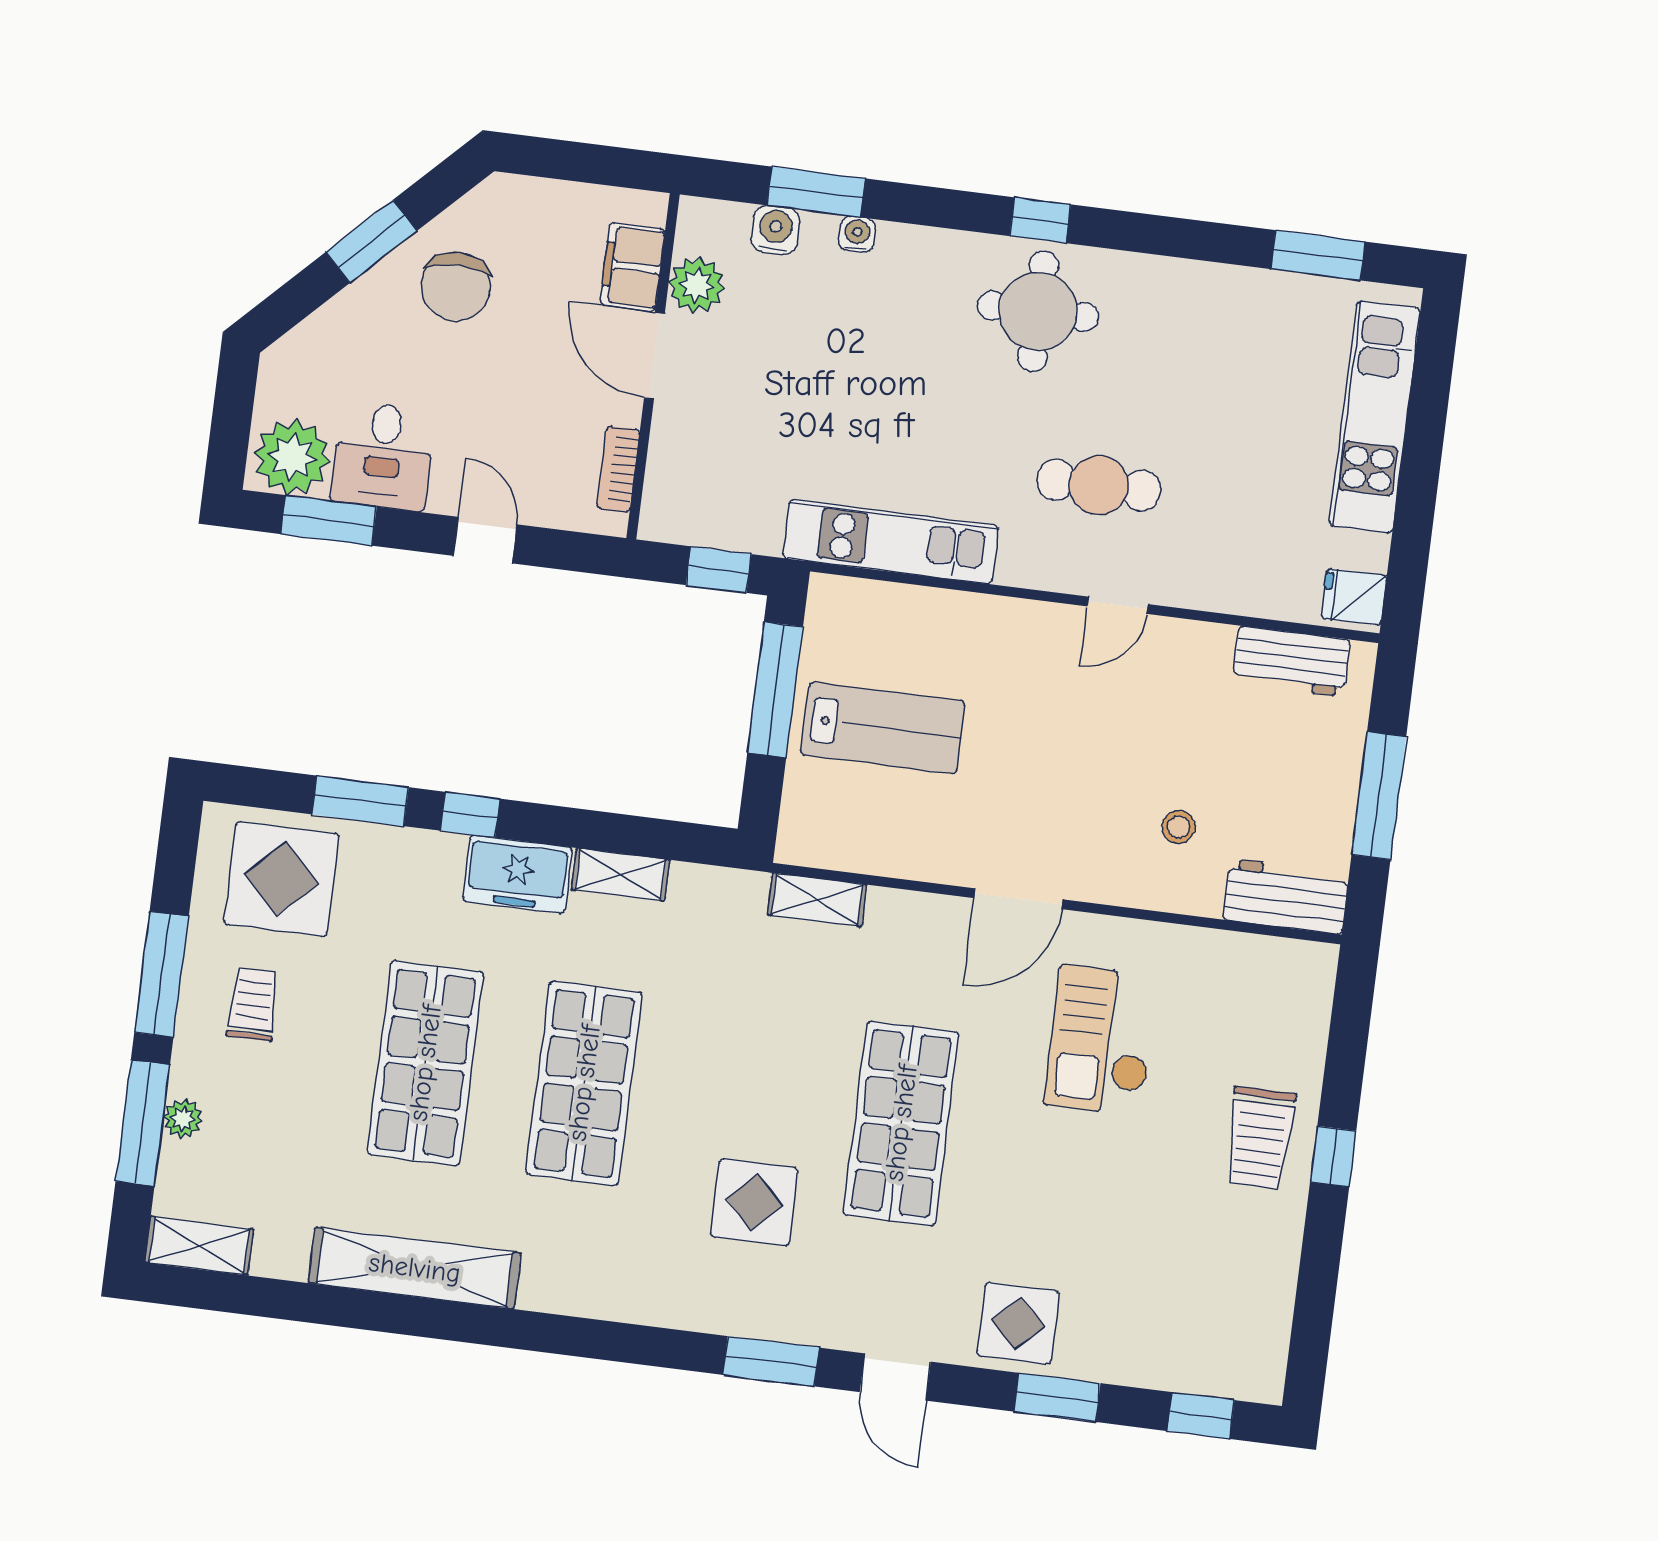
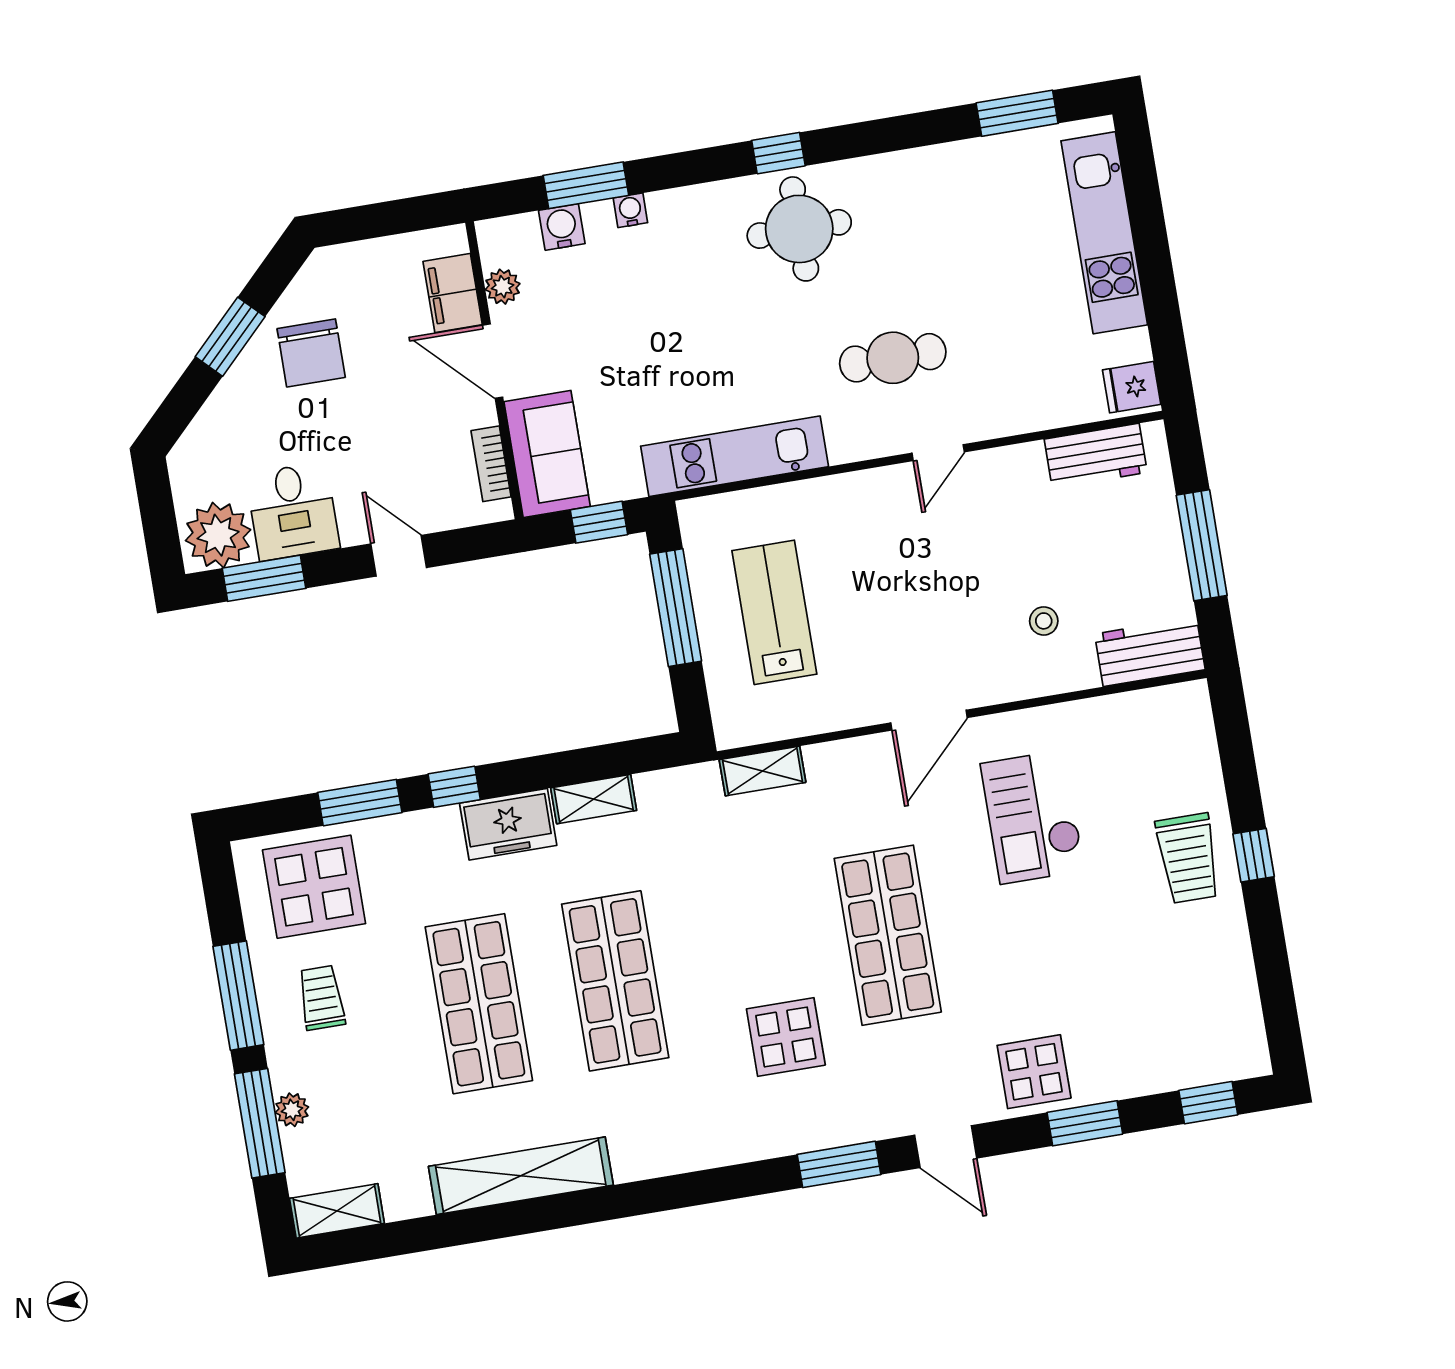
plant: (697, 285) -> (503, 287), width x0.73, depth x0.73
sofa: (684, 477) -> (547, 454), added
lab bench: (883, 728) -> (774, 612), turned -90

